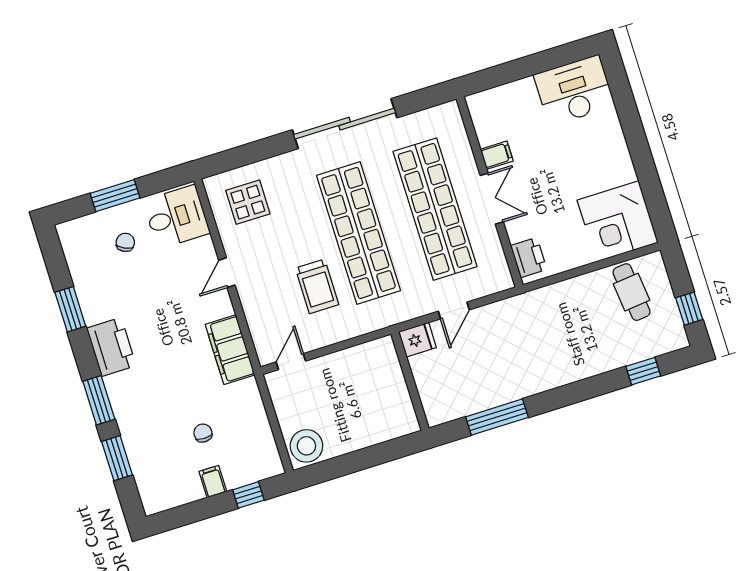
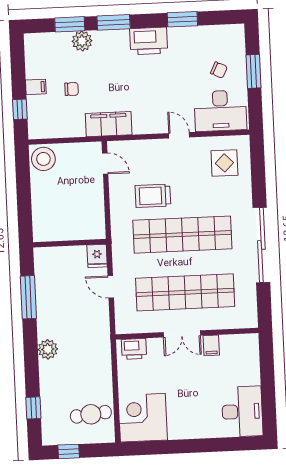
desk: (176, 217) -> (220, 111), width x1.37
filing cabinet: (230, 350) -> (109, 124), moved
plant: (560, 373) -> (48, 349), added
plant: (135, 436) -> (82, 41), added

